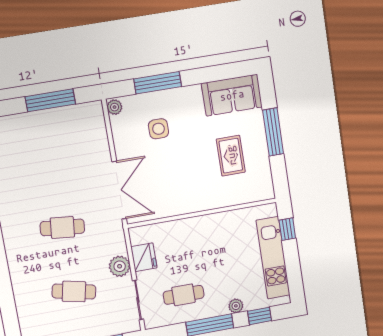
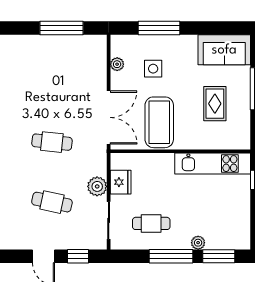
plant: (115, 107) -> (117, 64), moved
coffee table: (175, 186) -> (159, 122), added
kitchen unit: (273, 258) -> (213, 164), moved, turned -90
window: (260, 316) -> (219, 256), width x1.50

